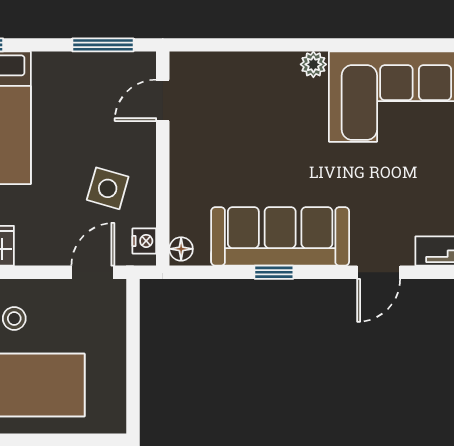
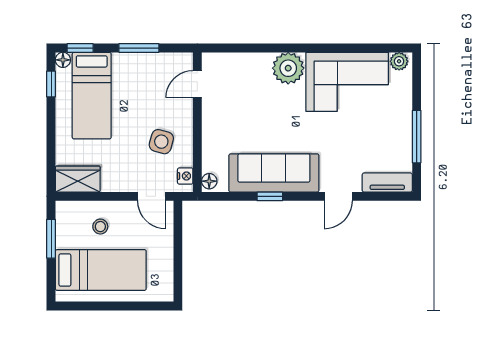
window: (103, 45) -> (139, 48), moved
plant: (313, 64) -> (288, 68), width x1.88, depth x1.88
door: (93, 272) -> (152, 196), swing flipped

